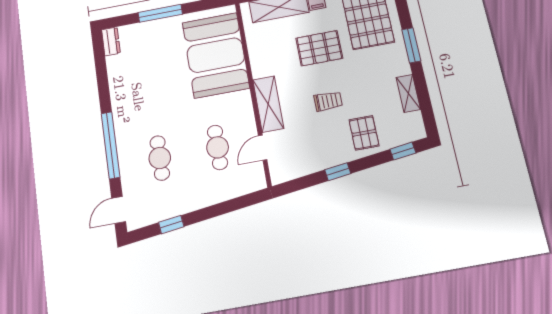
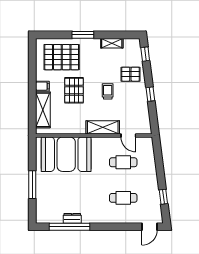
dresser: (111, 41) -> (72, 218), moved
window: (111, 145) -> (69, 227), moved
door: (119, 210) -> (149, 227), hinge flipped

